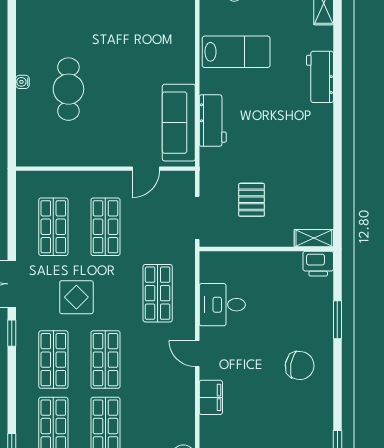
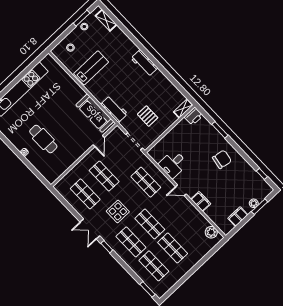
workbench: (320, 77) -> (144, 63), moved
workbench: (213, 121) -> (114, 109), moved

